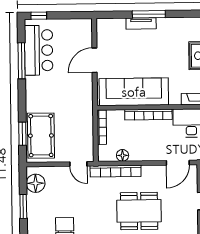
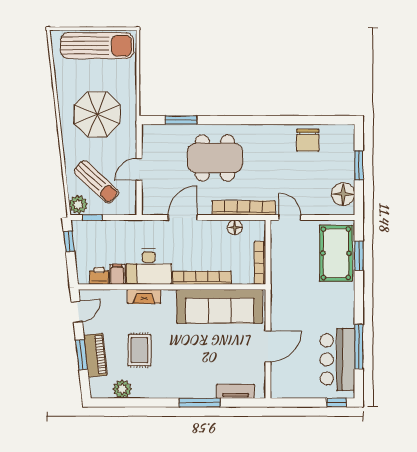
tv unit: (141, 23) -> (235, 391), moved
door: (178, 163) -> (183, 217), moved

